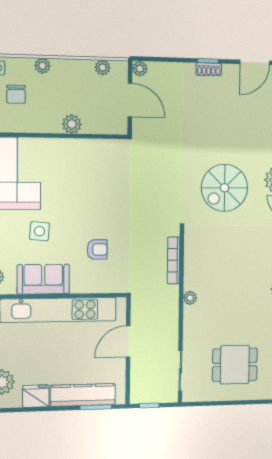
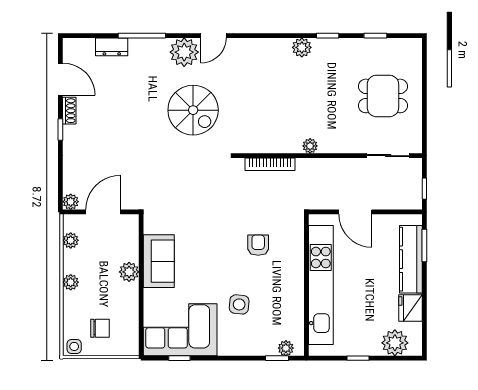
plant: (42, 66) -> (71, 282), moved
shoe rack: (209, 69) -> (69, 111), moved
sofa: (43, 279) -> (159, 261), moved, turned 180
dining table: (235, 365) -> (383, 96), turned 90

